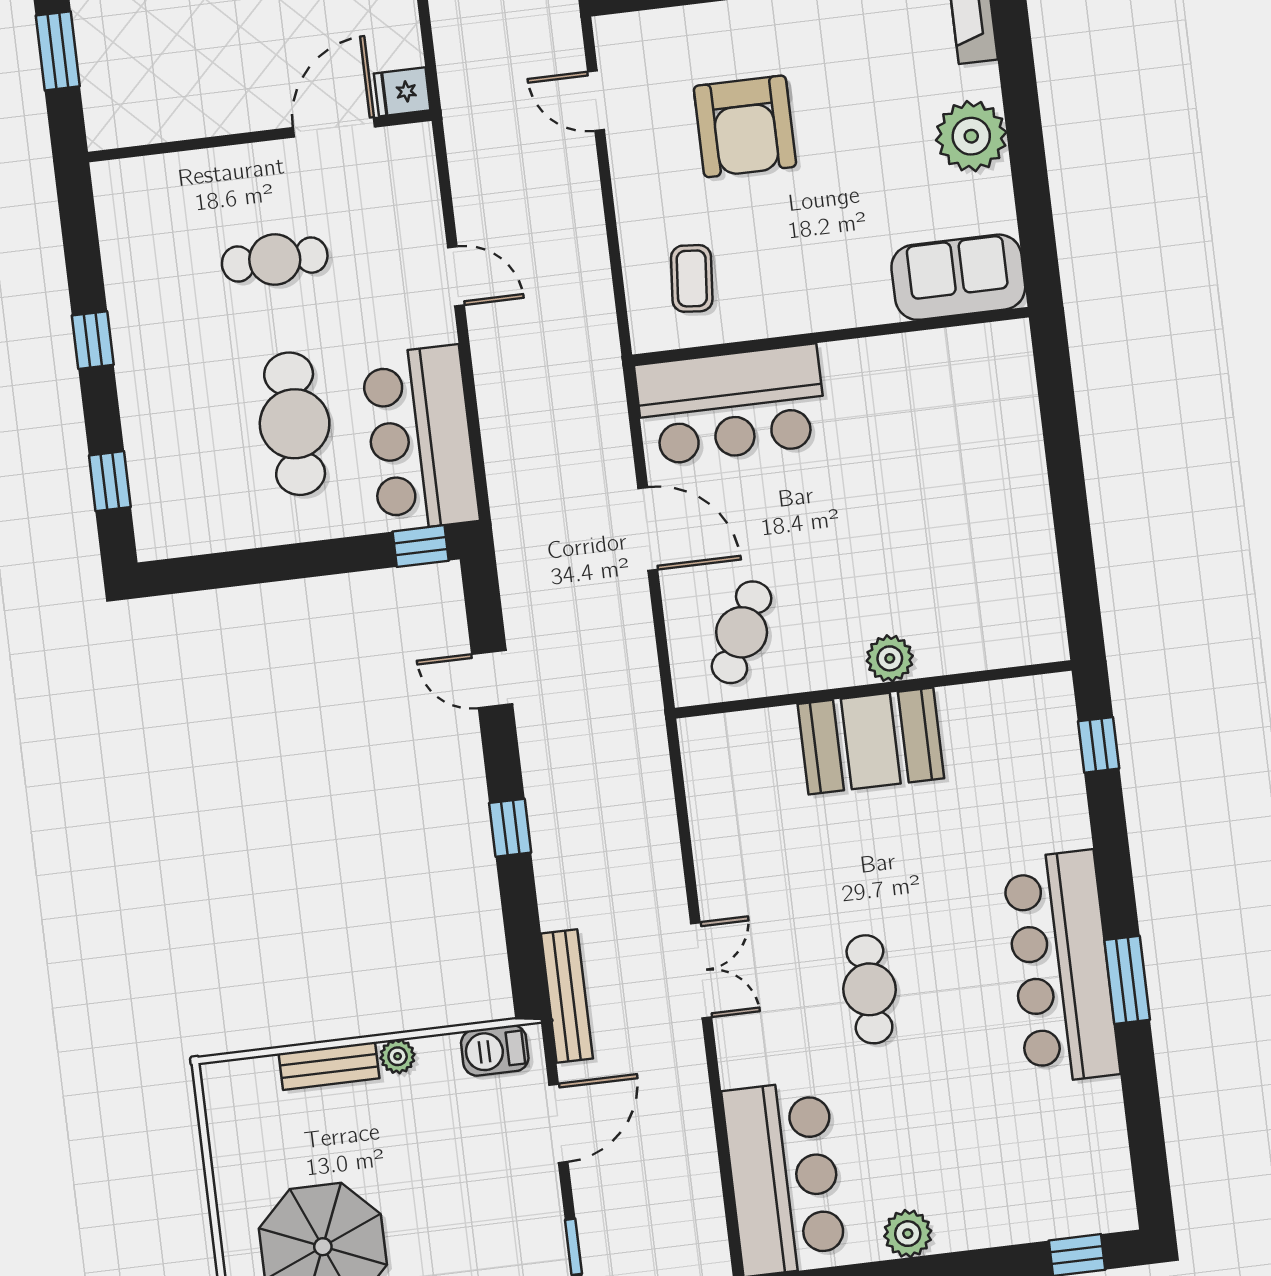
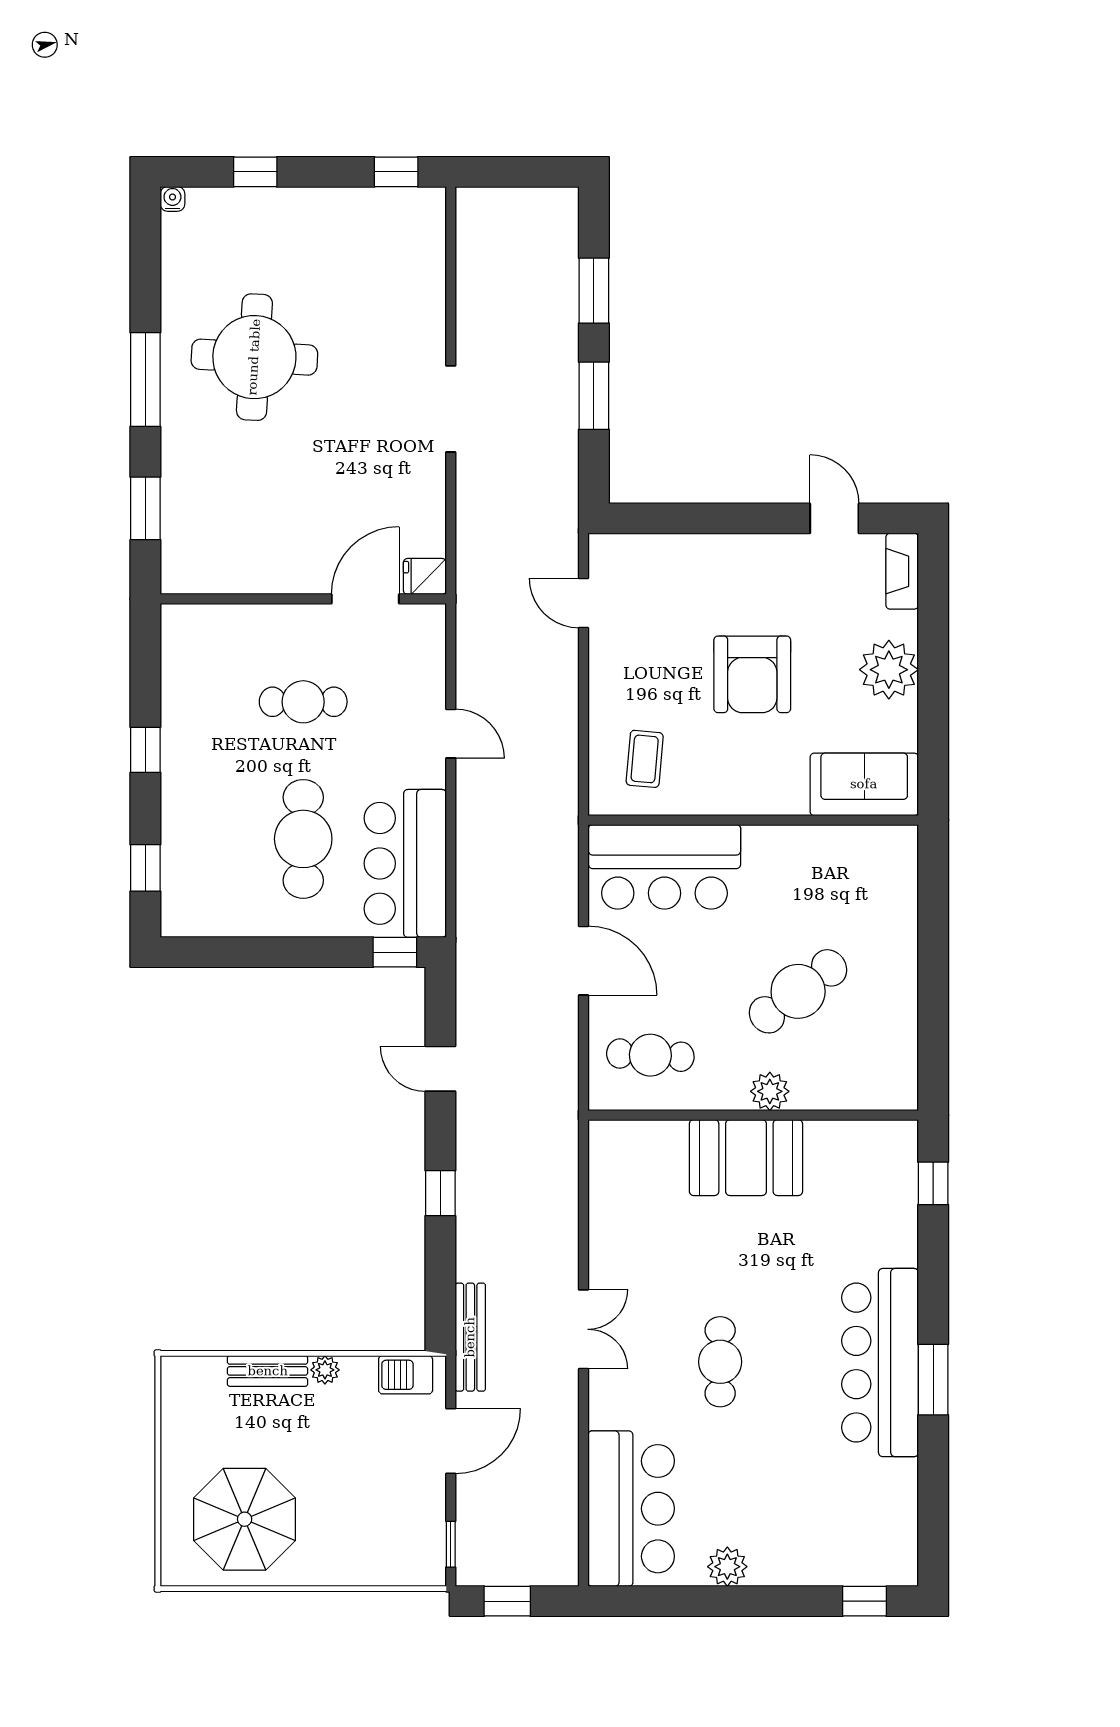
armchair: (745, 126) -> (752, 674), moved
cafe table: (909, 535) -> (798, 991), added
cafe table: (742, 632) -> (650, 1055), turned 67

